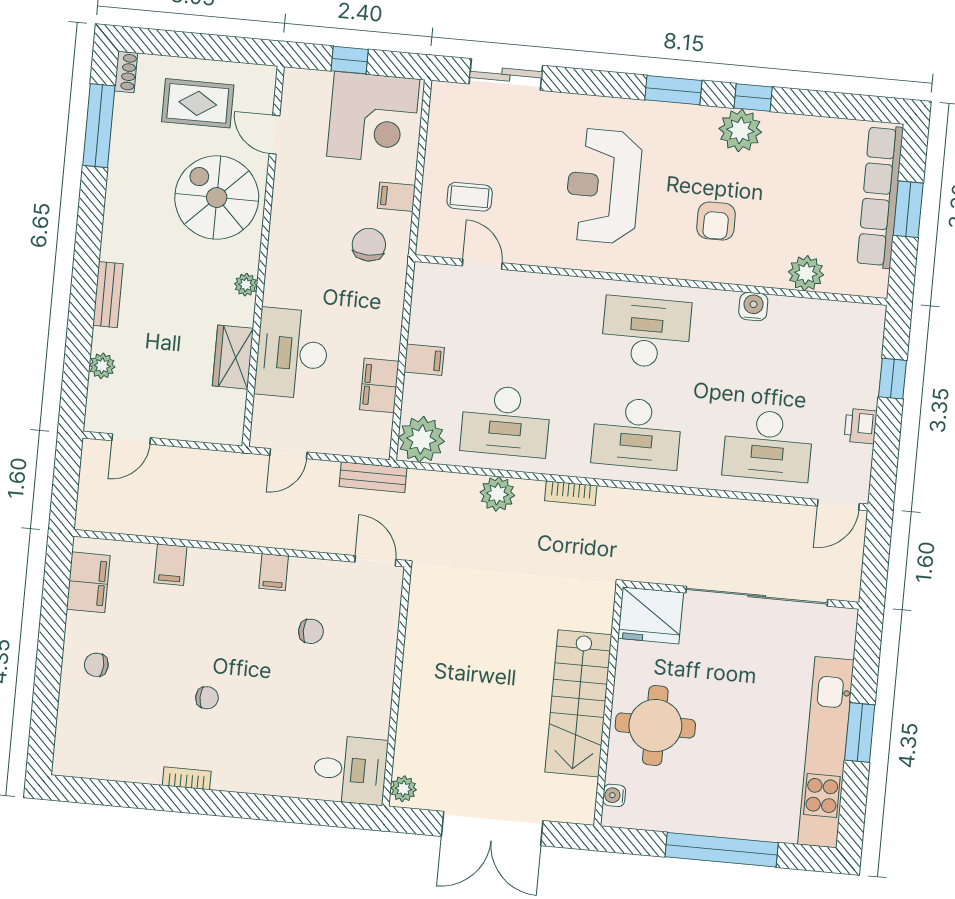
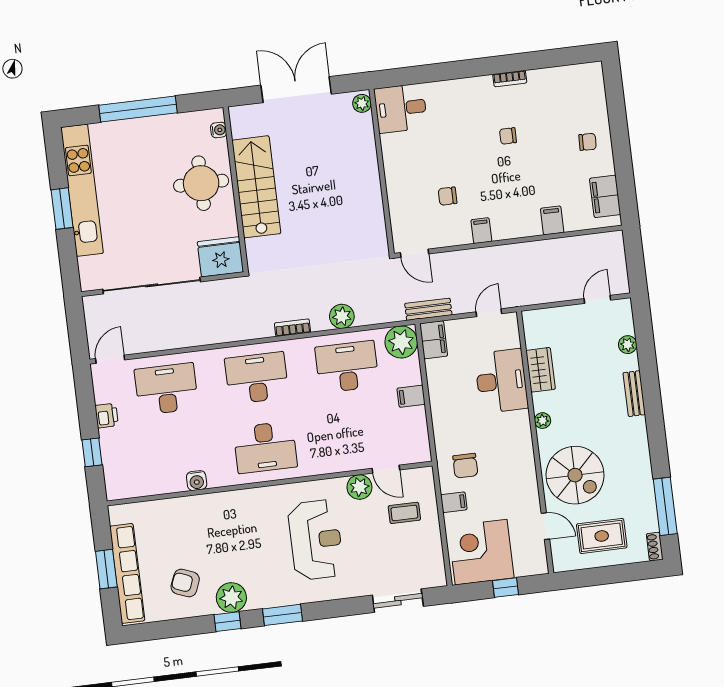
armchair: (716, 221) -> (185, 583), moved, turned -68
plant: (806, 273) -> (359, 487), moved
filing cabinet: (379, 385) -> (434, 340), moved

